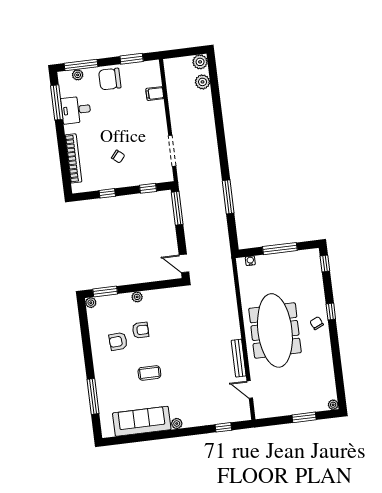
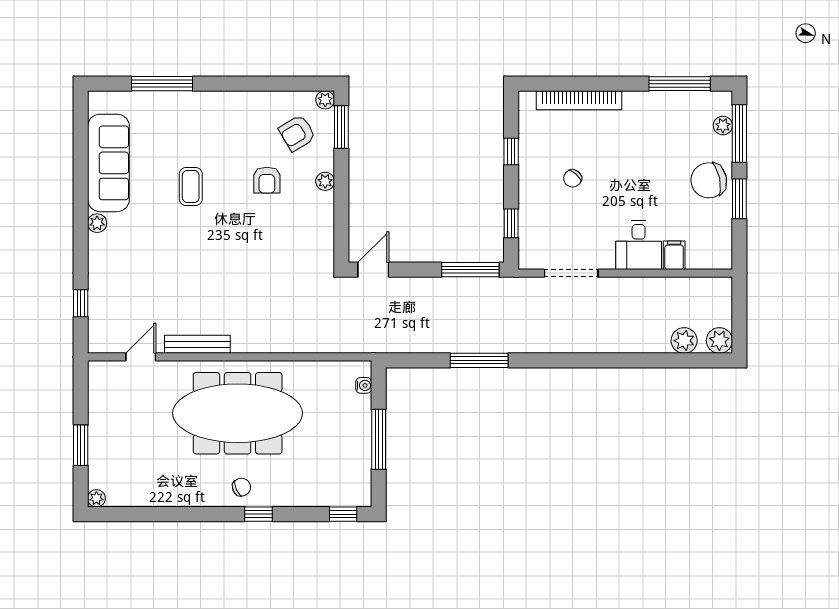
window: (132, 59) -> (739, 199), moved
chair: (110, 79) -> (709, 180), turned -102
desk: (76, 110) -> (639, 245), moved, turned 180
armchair: (118, 341) -> (297, 133), moved, turned -117

